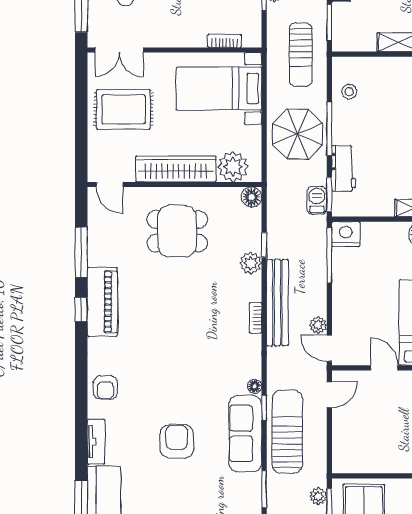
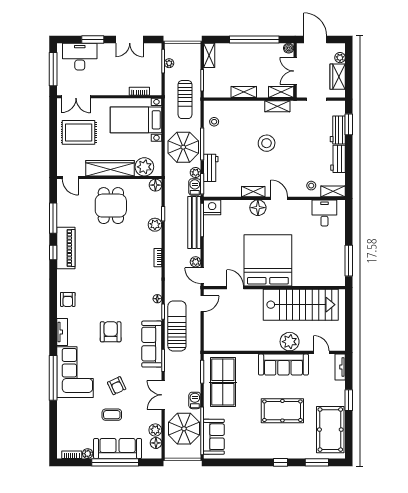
dining table: (177, 231) -> (111, 206), turned 90
bench: (277, 303) -> (194, 222), moved
sofa: (245, 434) -> (152, 344), moved
plant: (318, 496) -> (196, 172), moved

